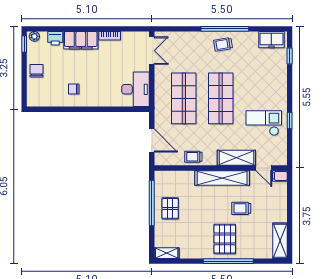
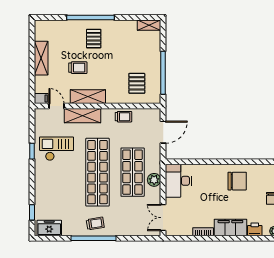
chair: (74, 89) -> (237, 181), width x1.87, depth x1.87
plant: (161, 90) -> (154, 180), added
shop shelf: (221, 98) -> (97, 172), width x1.40
checkout: (264, 123) -> (57, 149), turned 180
door: (152, 140) -> (163, 132), swing flipped
shelving: (222, 178) -> (88, 97), width x0.68
pallet: (170, 208) -> (137, 83), moved
pallet: (225, 239) -> (94, 39), width x0.67, depth x0.71
shelving: (280, 241) -> (41, 58), moved

